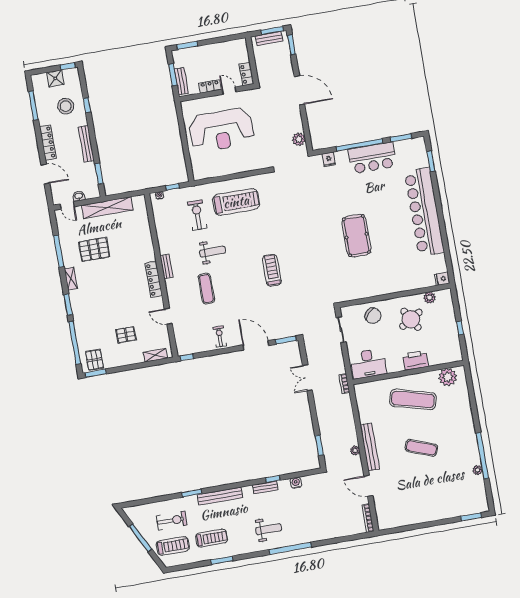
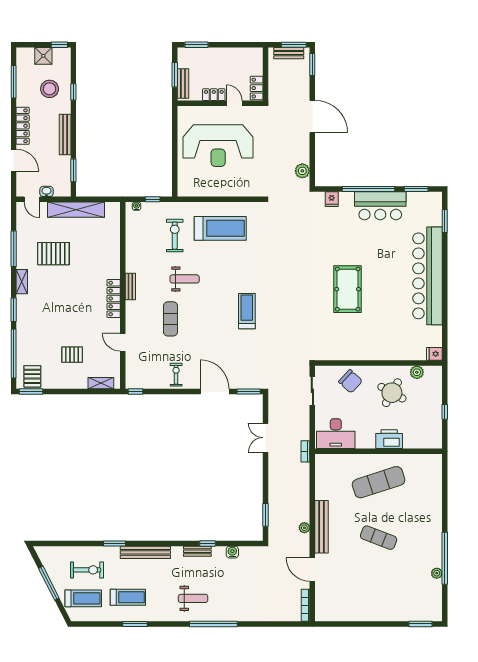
round table: (411, 319) -> (392, 393), turned -30
plant: (448, 377) -> (422, 464), removed
exercise mat: (413, 399) -> (379, 482), turned -33

